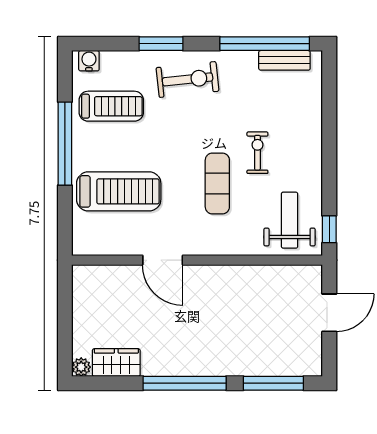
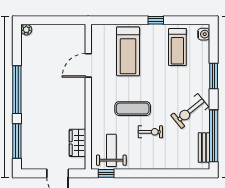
exercise bike: (188, 79) -> (190, 111), moved, turned 57
window: (65, 144) -> (156, 20), width x0.32
weight bench: (290, 220) -> (111, 150), turned -90
door: (163, 260) -> (88, 65), moved
wardrobe: (116, 363) -> (77, 143), moved, turned 180

